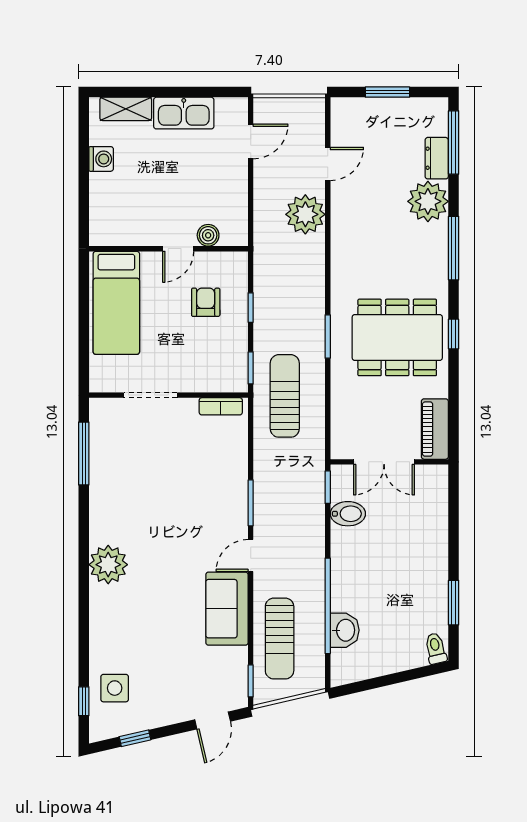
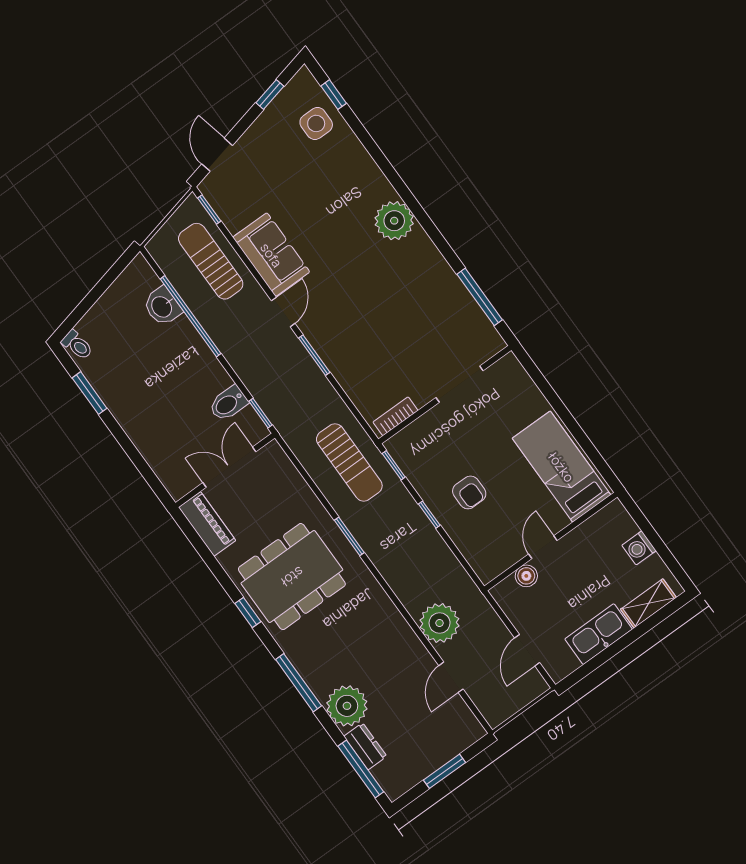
boiler: (208, 235) -> (526, 576), moved
wall: (168, 249) -> (551, 542), moved
door: (178, 249) -> (543, 547), moved
bed: (116, 303) -> (561, 467), moved

